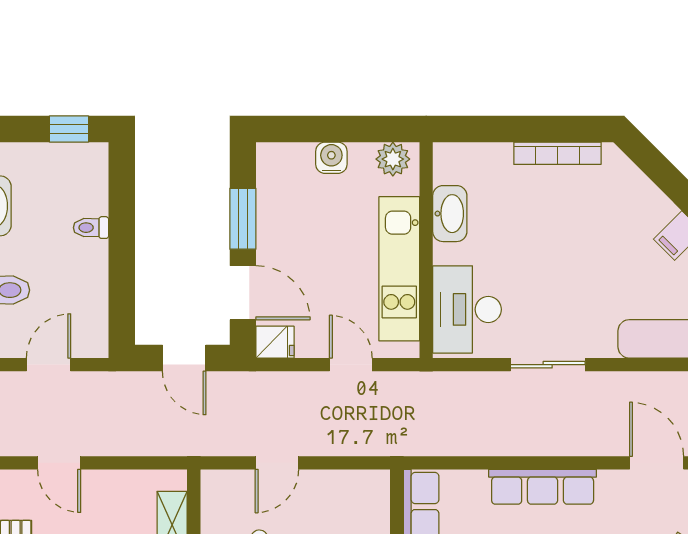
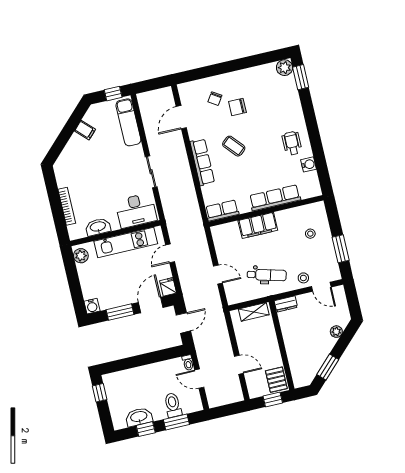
bookcase: (557, 153) -> (67, 206), moved
water cooler: (331, 158) -> (92, 306), moved, turned -90
toilet: (91, 228) -> (188, 363), moved
door: (59, 463) -> (239, 365), hinge flipped

